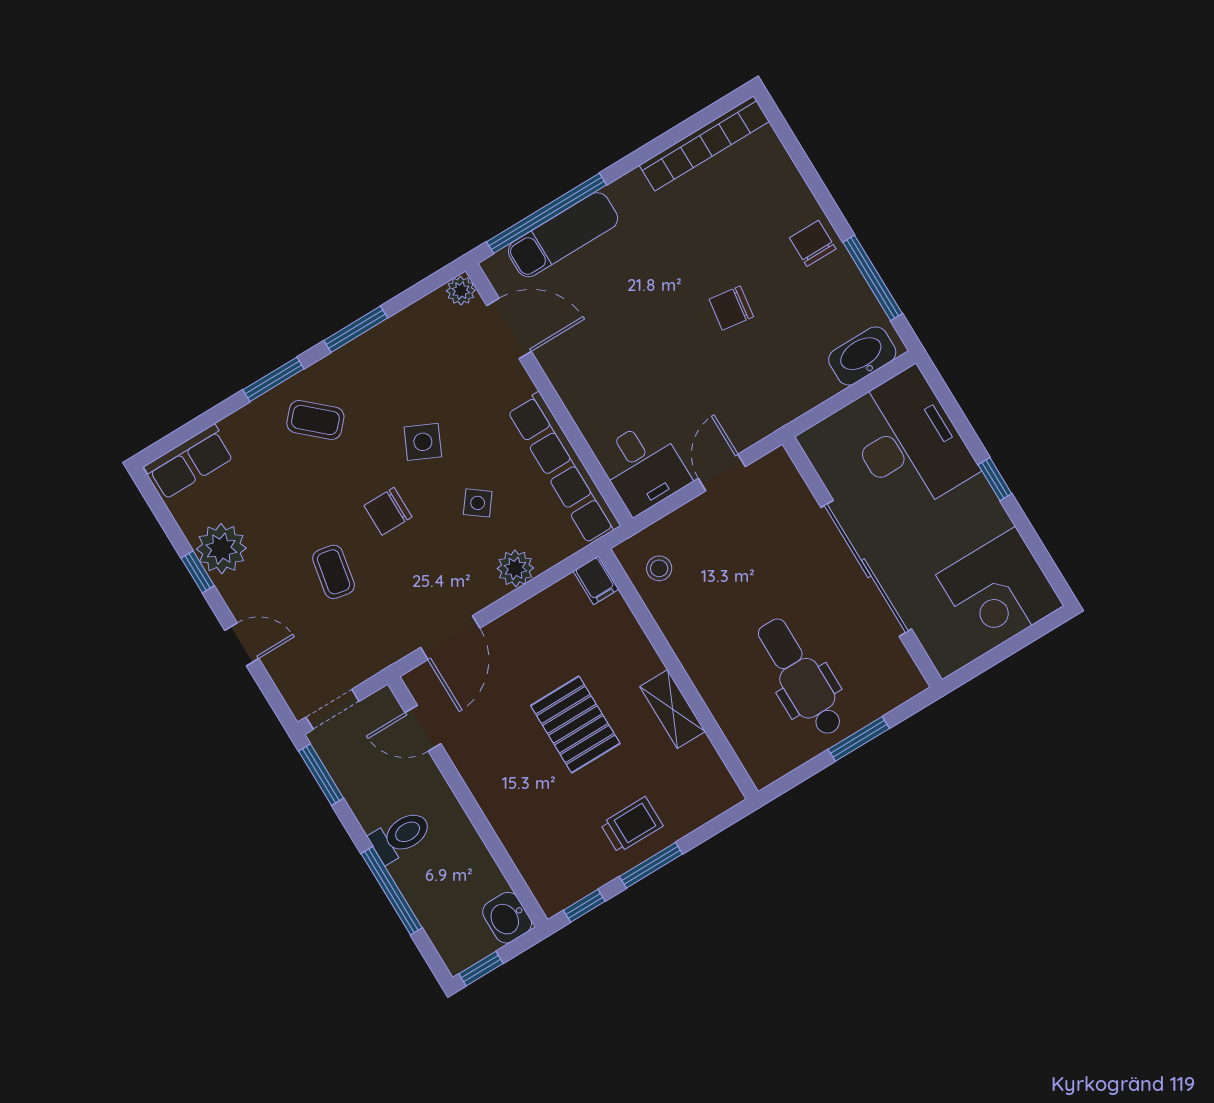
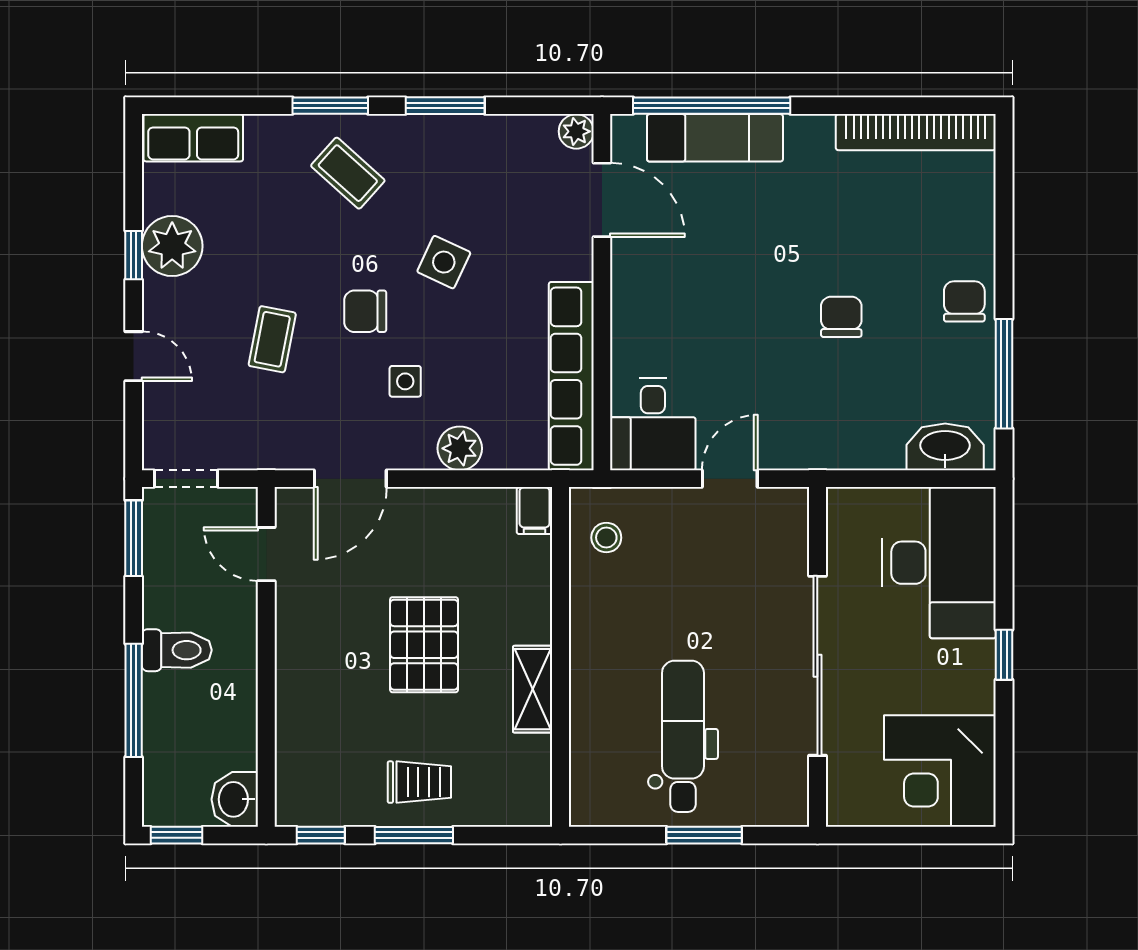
chair: (731, 308) -> (841, 317), turned 82
side table: (478, 503) -> (405, 381), moved, turned -37

